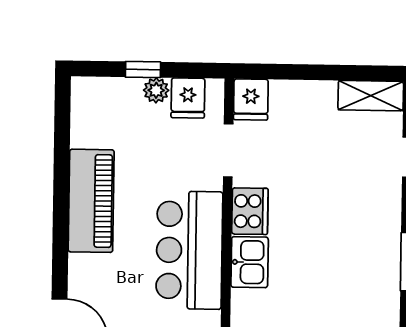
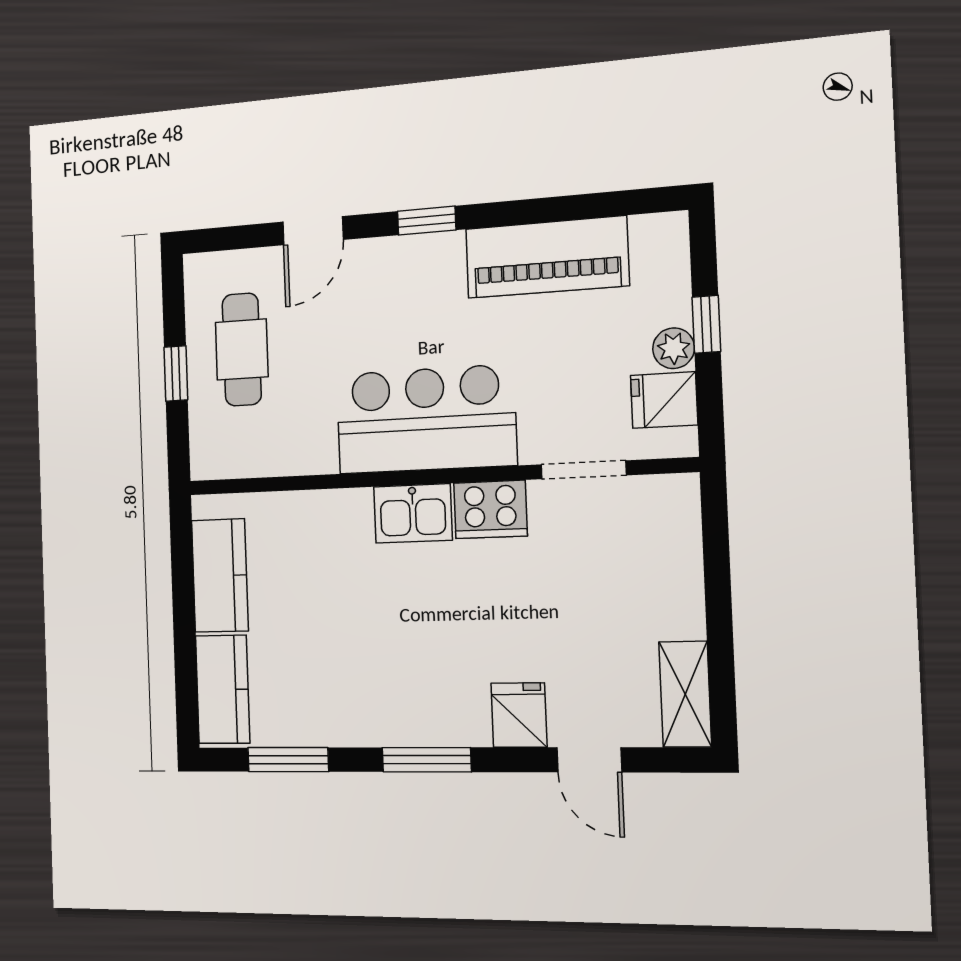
fridge: (251, 99) -> (519, 715), moved, turned 90
piano: (91, 201) -> (547, 257), moved
window: (60, 243) -> (427, 221), added

